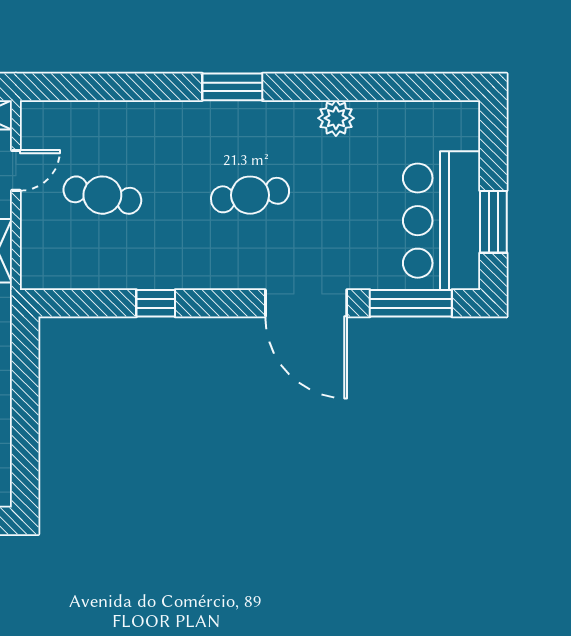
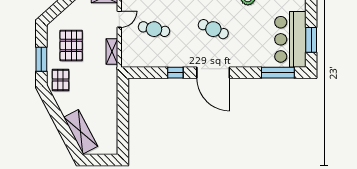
cafe table: (250, 195) -> (213, 29), turned 33
door: (306, 303) -> (213, 73), moved

